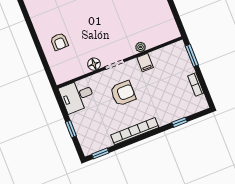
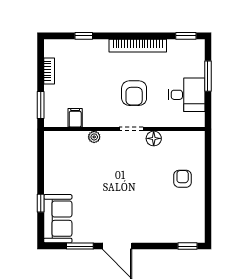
filing cabinet: (145, 62) -> (75, 118), moved
armchair: (123, 93) -> (134, 93), turned -90
desk: (77, 96) -> (187, 95), moved
window: (71, 129) -> (208, 76), width x1.50

